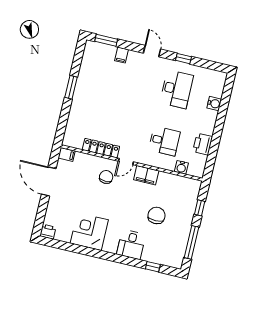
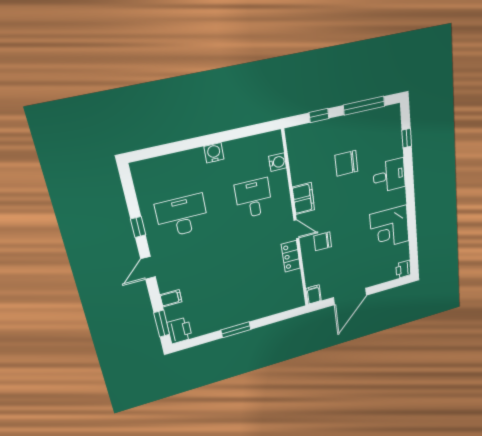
water cooler: (214, 104) -> (214, 153), moved
printer: (203, 144) -> (180, 330), moved, turned -90
locker: (101, 148) -> (291, 256), width x0.66

